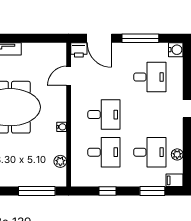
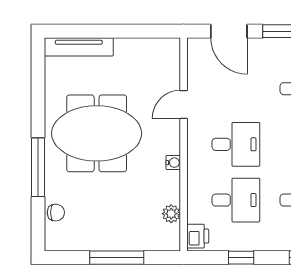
printer: (79, 50) -> (198, 236), moved, turned -90
door: (69, 76) -> (184, 104), moved
window: (37, 191) -> (117, 258), moved

